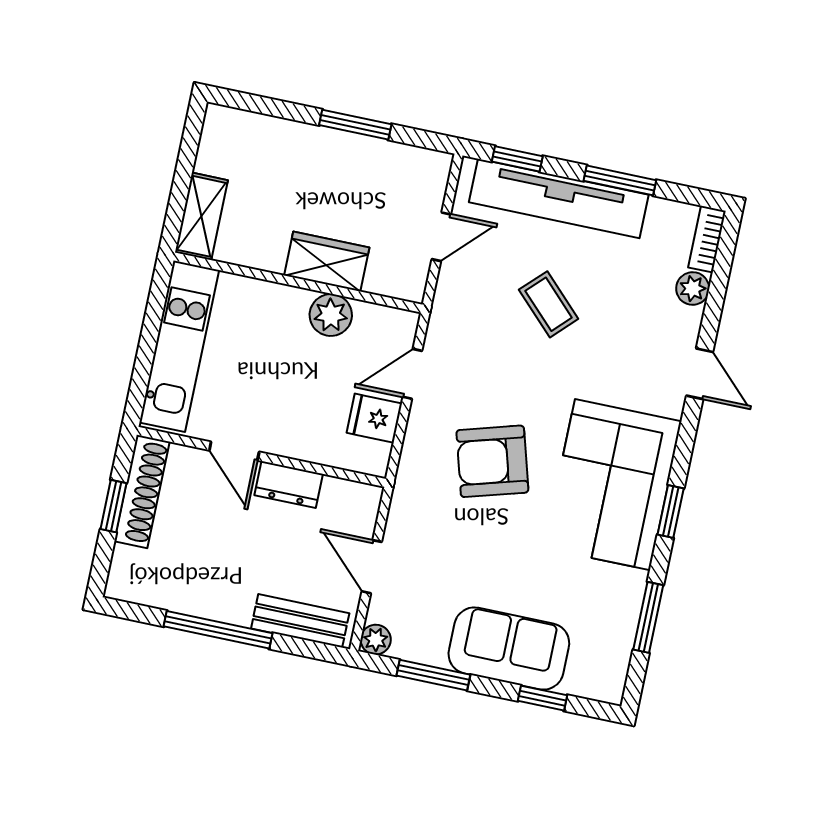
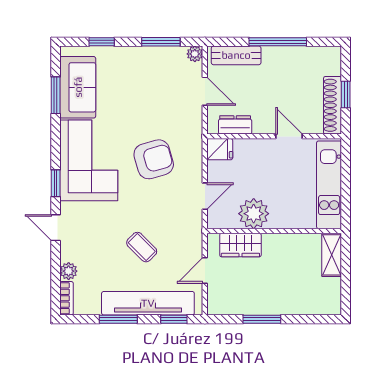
wardrobe: (327, 262) -> (240, 245), moved
plant: (331, 315) -> (254, 214), width x1.36, depth x1.36
fridge: (374, 418) -> (220, 149), moved
dresser: (289, 485) -> (235, 125), moved
window: (671, 511) -> (56, 183), moved
sofa: (509, 649) -> (78, 87), moved, turned -90

